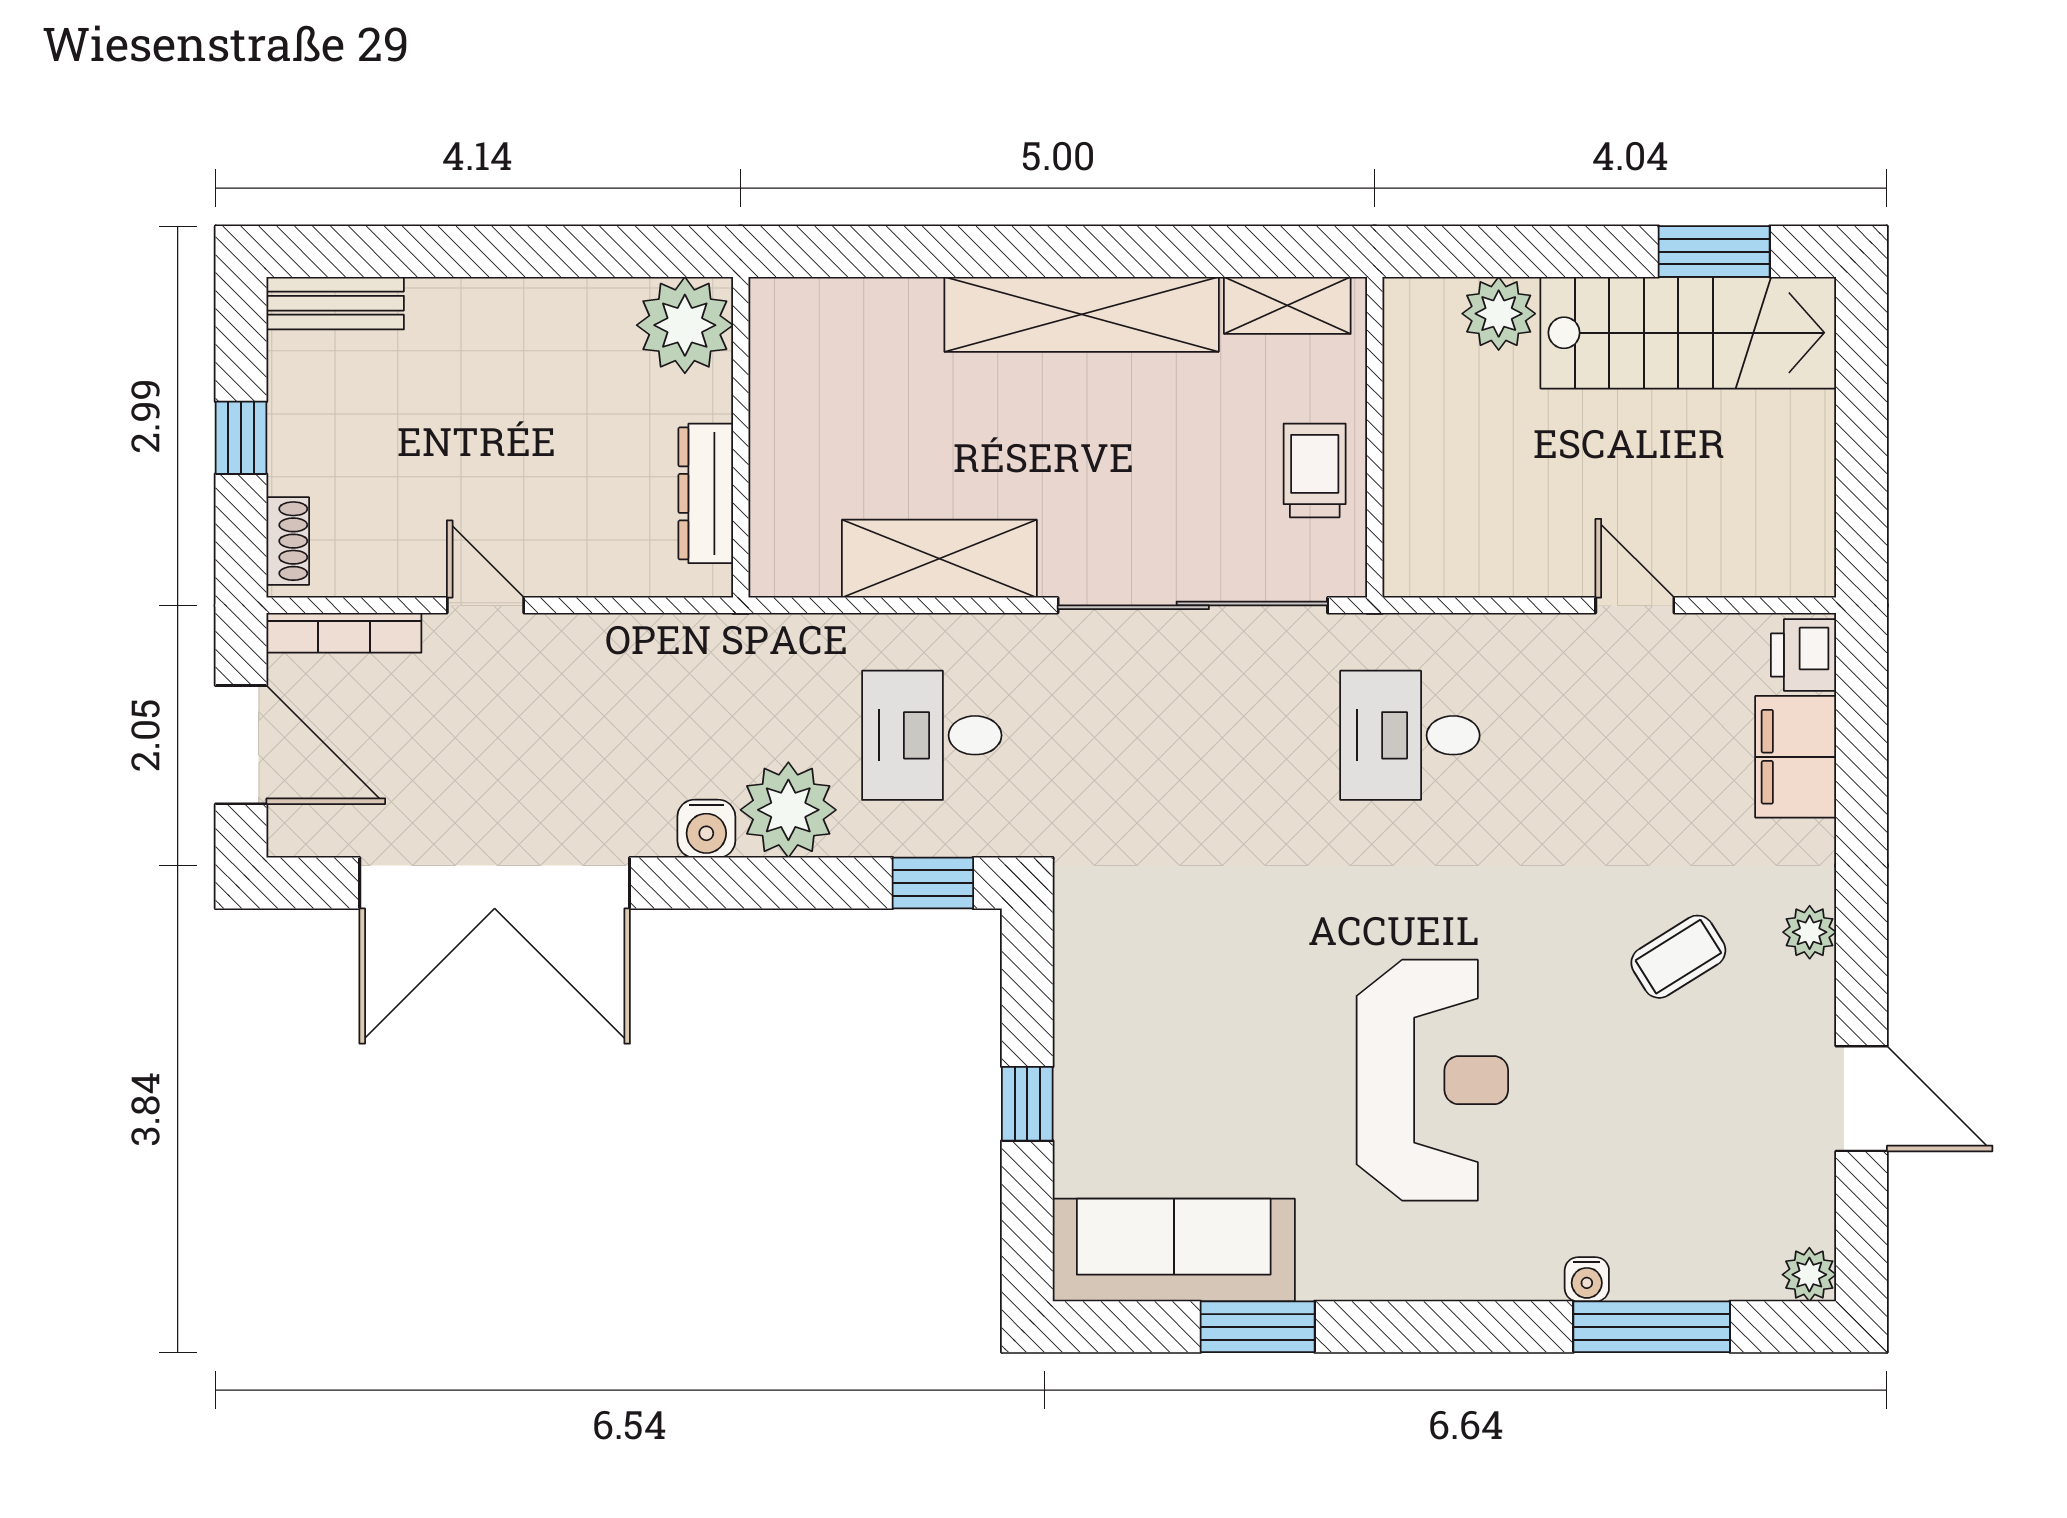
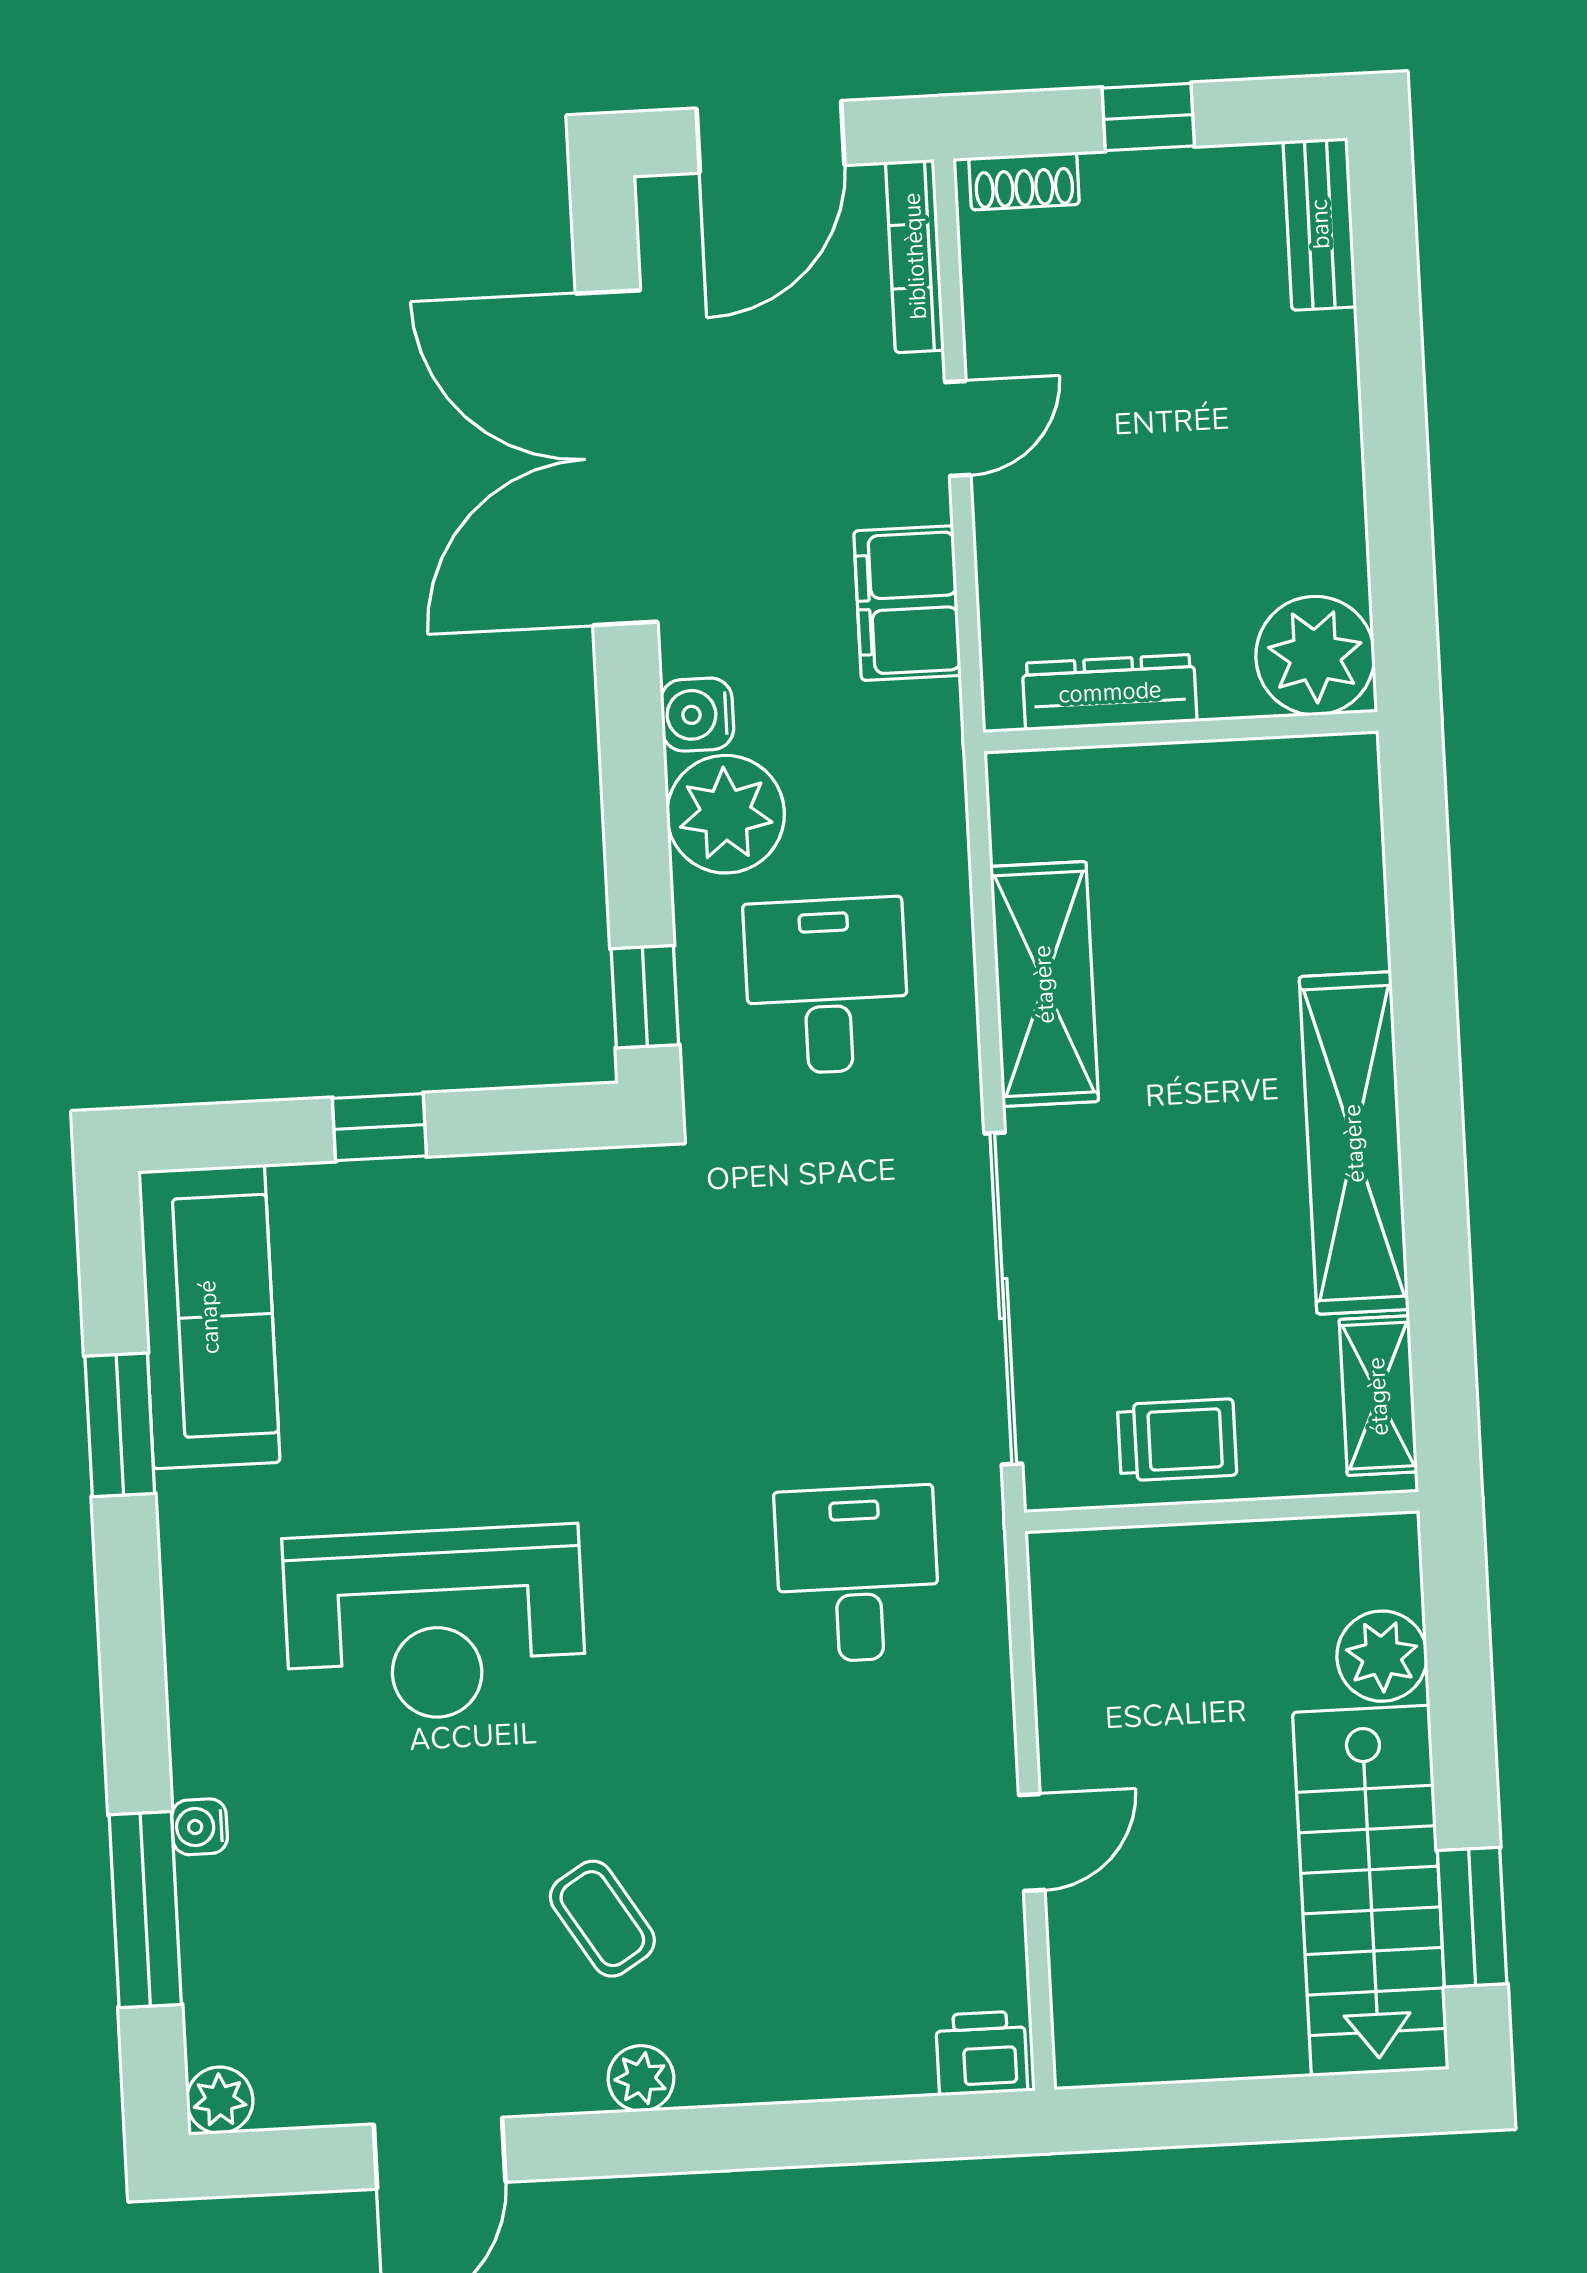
filing cabinet: (1796, 757) -> (907, 603), moved, turned -90

